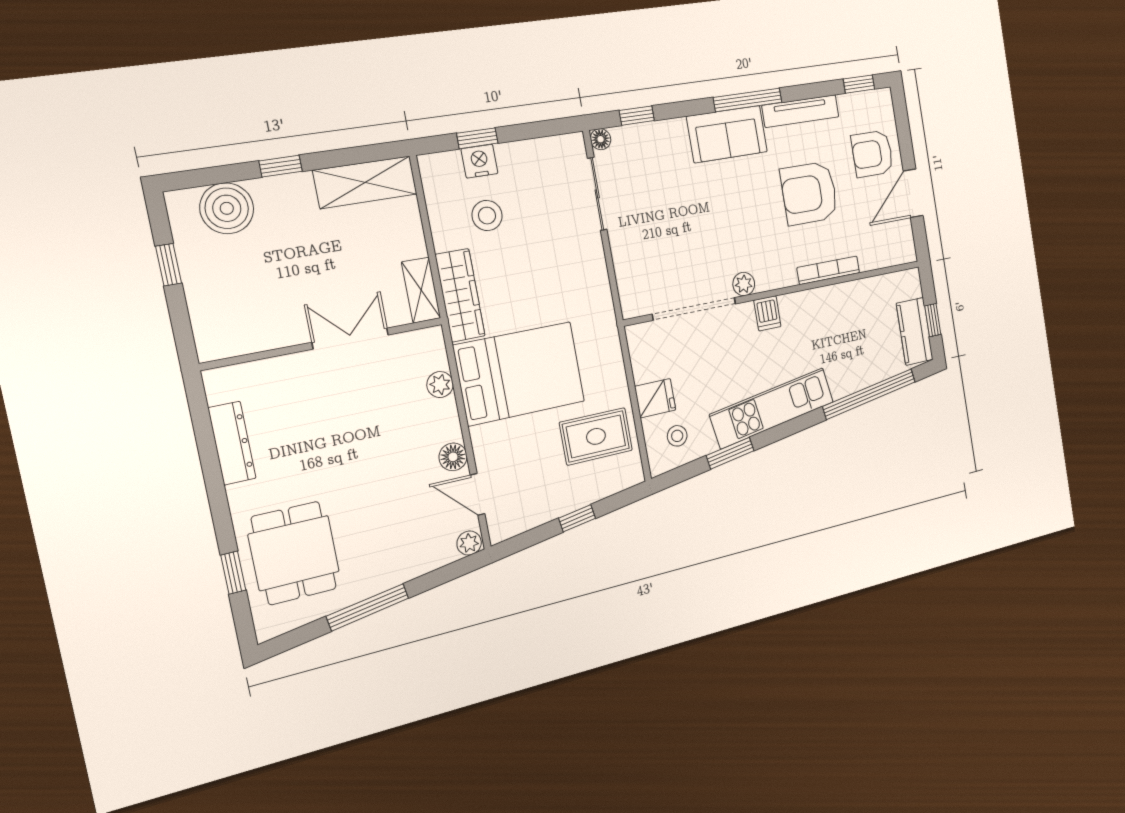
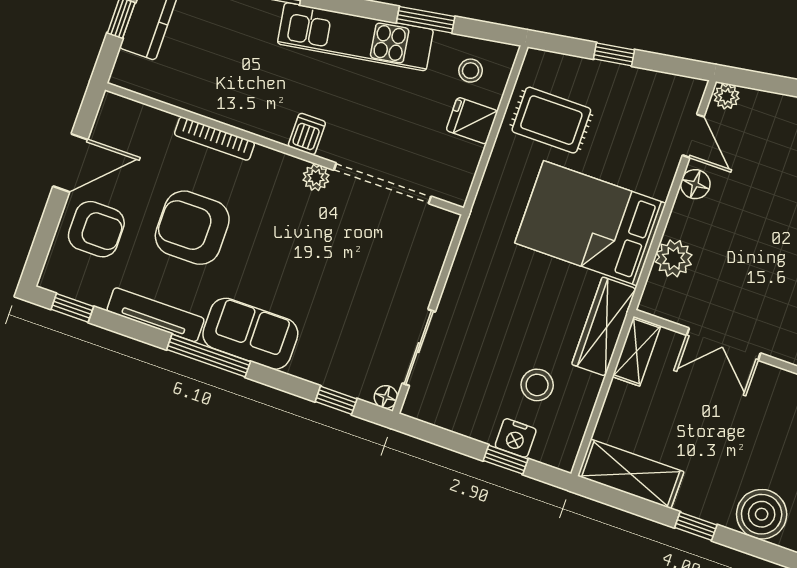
armchair: (809, 193) -> (192, 228), turned 180
plant: (440, 385) -> (674, 258), width x1.38, depth x1.38

